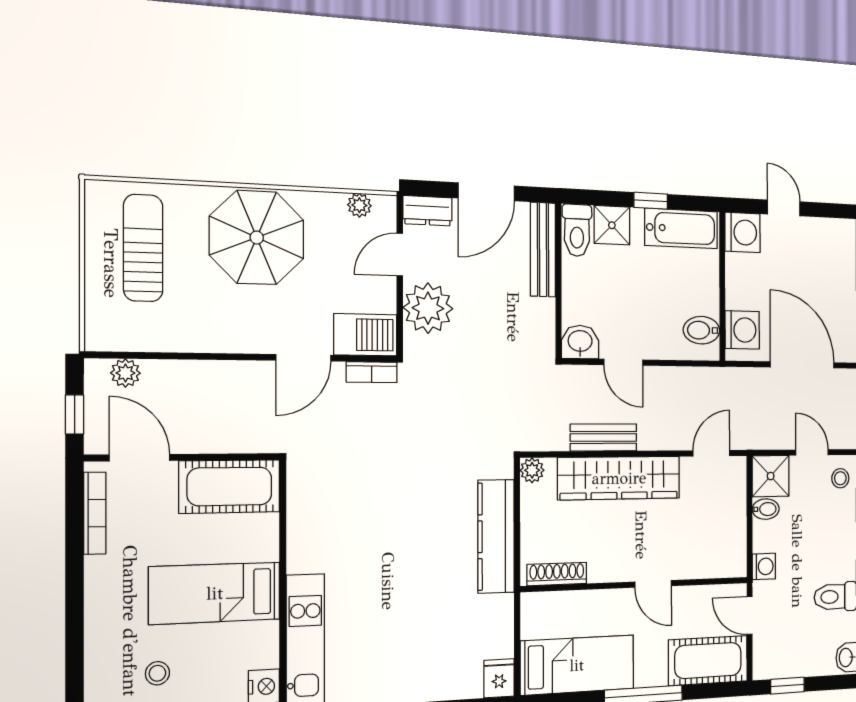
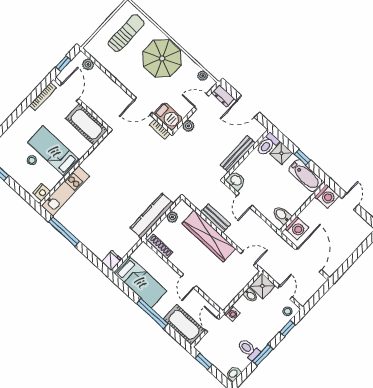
bench: (543, 250) -> (238, 154), moved
plant: (428, 308) -> (188, 126), width x0.53, depth x0.53
plant: (532, 470) -> (172, 217), moved
stool: (157, 673) -> (32, 160), moved

